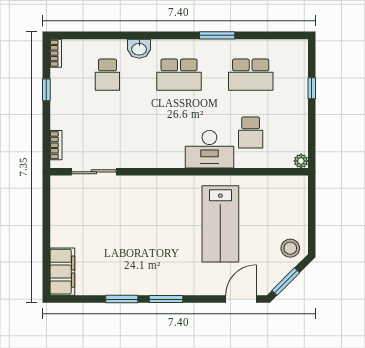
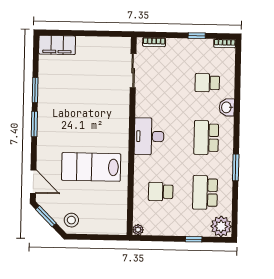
plant: (294, 53) -> (221, 226), added
desk: (209, 149) -> (149, 136), moved

